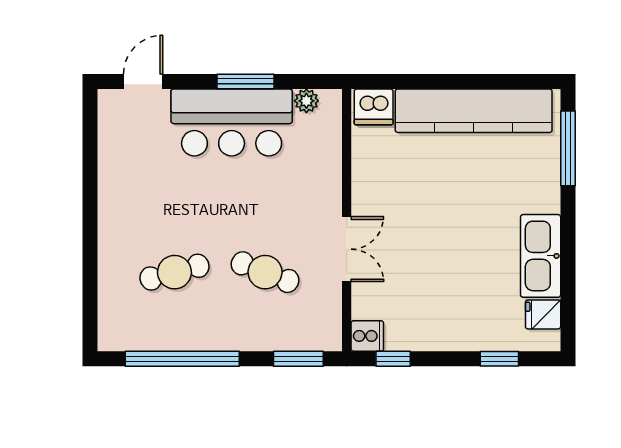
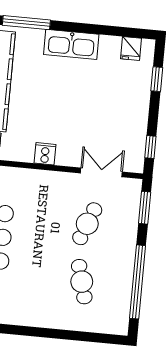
double door: (347, 249) -> (101, 172), moved
kitchen sink: (541, 256) -> (71, 44), moved
cooker: (367, 336) -> (45, 154), moved

